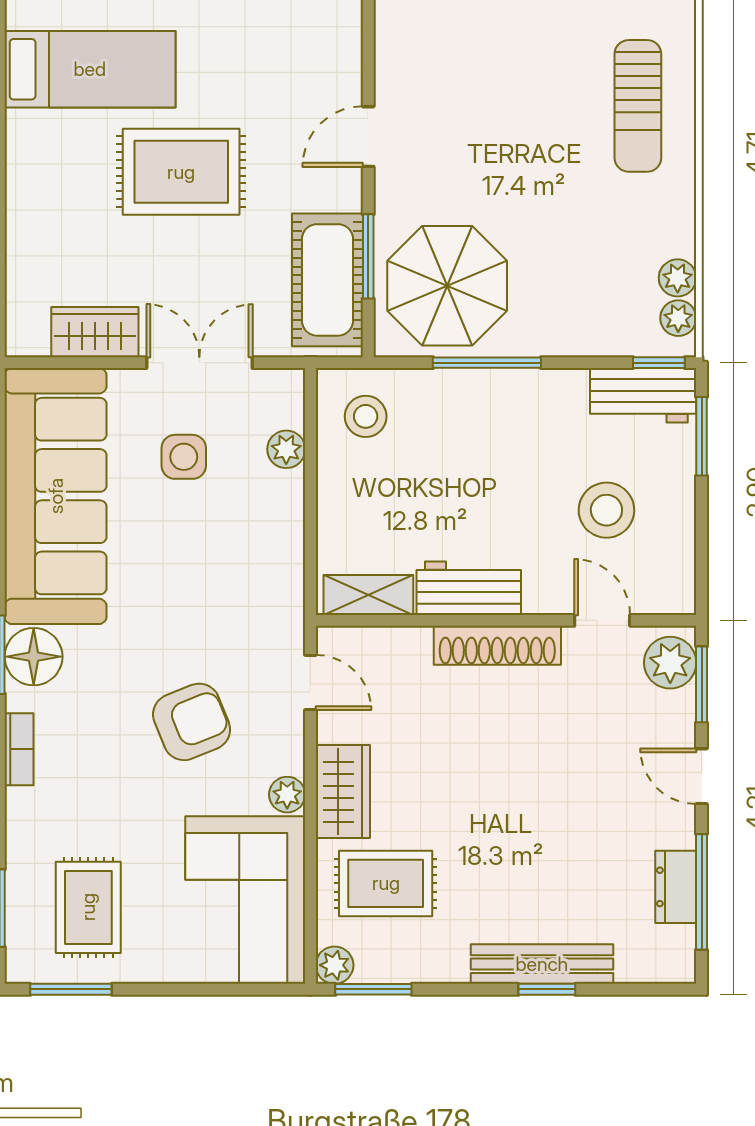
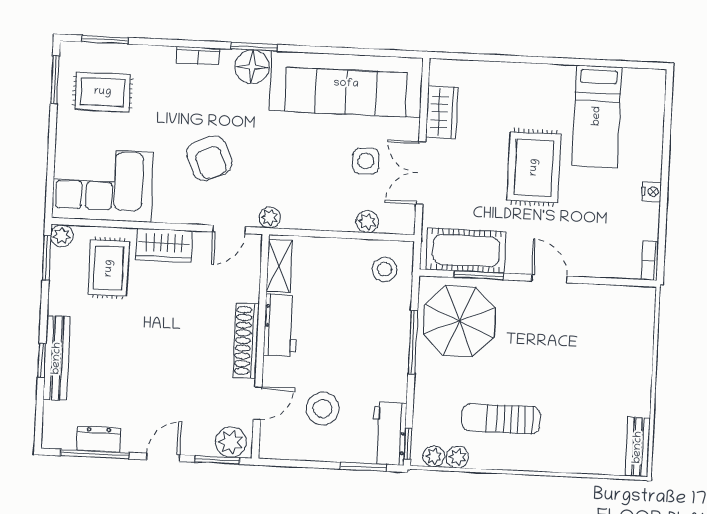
sun lounger: (638, 106) -> (501, 419), moved
double door: (199, 363) -> (421, 173), swing flipped
plant: (287, 795) -> (270, 217), moved

